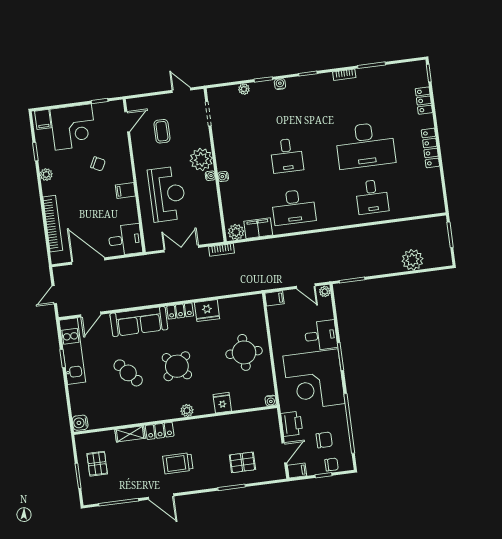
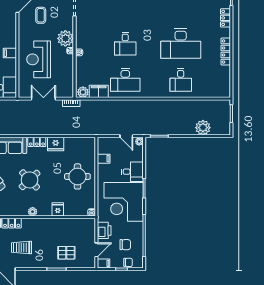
reception desk: (167, 194) -> (39, 59), turned 180
filing cabinet: (274, 298) -> (104, 159), moved

